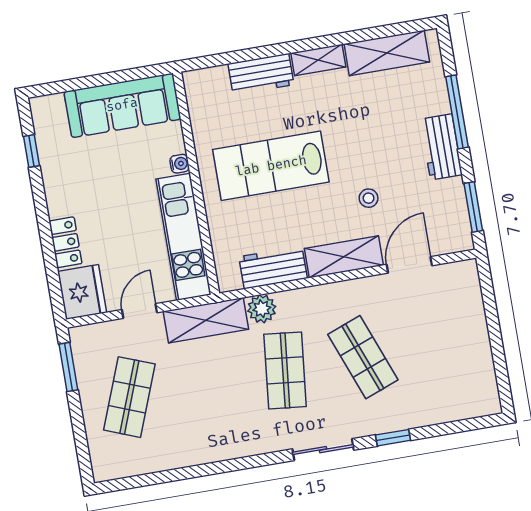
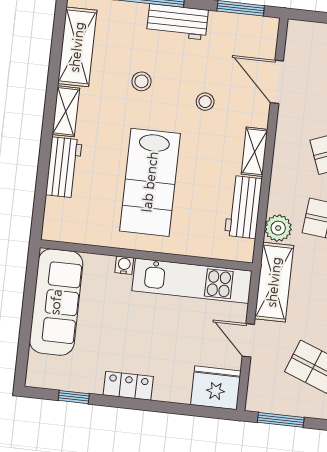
stool: (371, 128) -> (141, 81), added
locker: (65, 242) -> (128, 386), moved
shelving: (344, 257) -> (255, 152), width x0.67, depth x0.75

